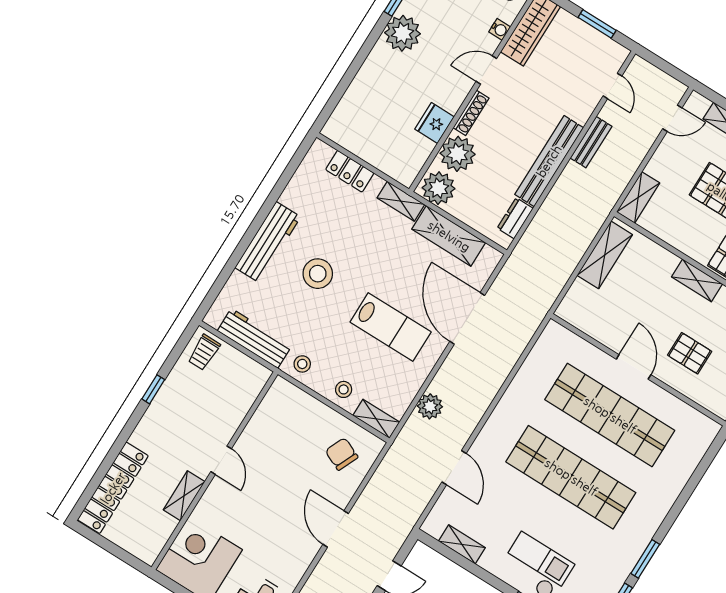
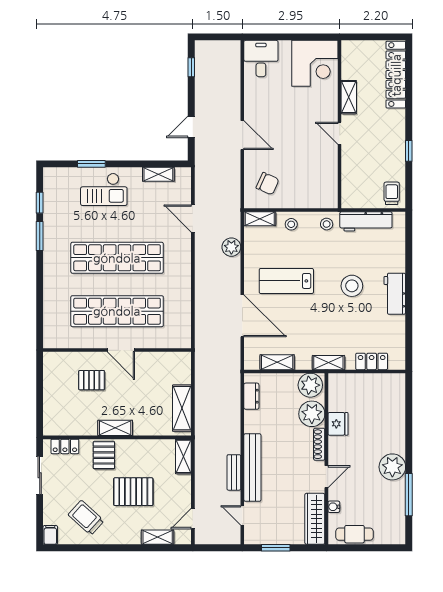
bench: (549, 161) -> (252, 468), moved
shelving: (449, 236) -> (277, 362), width x0.67, depth x0.75
workbench: (268, 242) -> (395, 294), width x0.73

